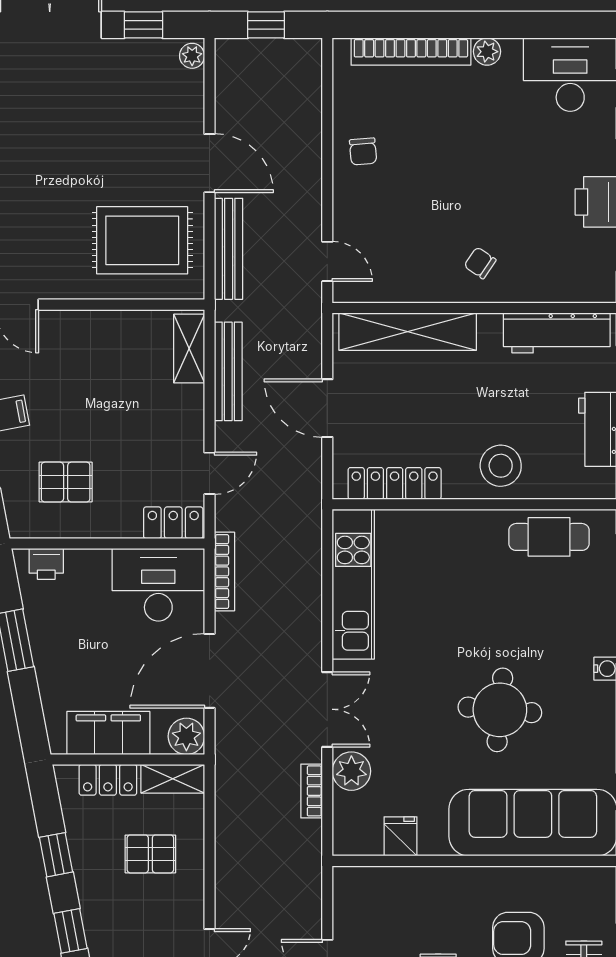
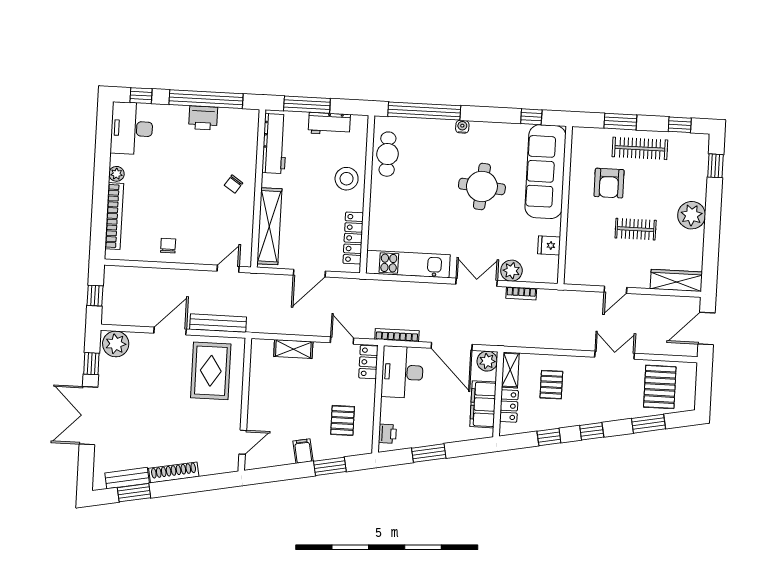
plant: (192, 56) -> (116, 344), width x1.88, depth x1.88
chair: (363, 151) -> (168, 246), turned -85
shelving: (189, 349) -> (293, 349), moved
bench: (228, 371) -> (286, 327), removed

